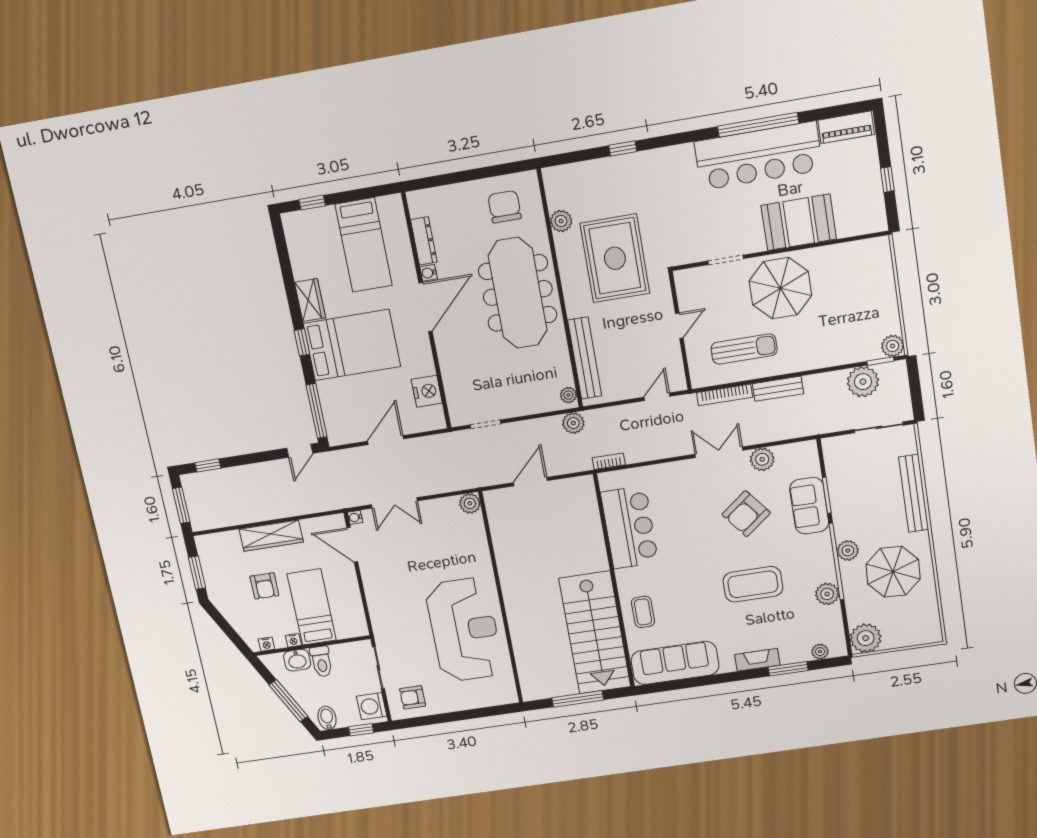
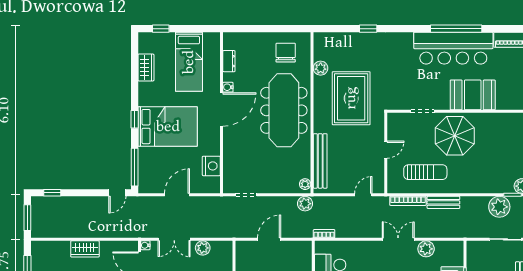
dresser: (424, 241) -> (229, 61), width x0.70
wardrobe: (310, 300) -> (146, 67), moved
plant: (470, 503) -> (203, 248), moved
wardrobe: (271, 536) -> (85, 249), width x0.67

